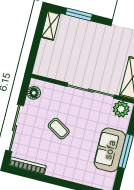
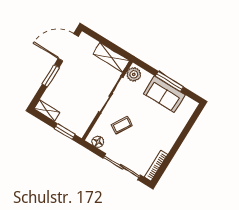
window: (79, 14) -> (51, 76), moved
window: (34, 52) -> (65, 131), added
coffee table: (59, 129) -> (122, 125), moved

